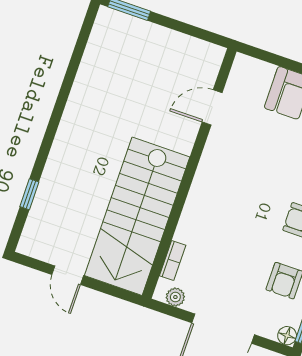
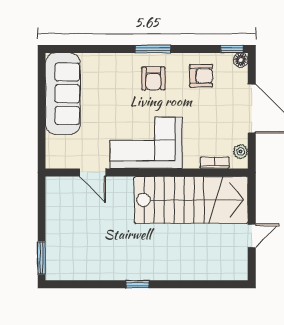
corner sofa: (226, 185) -> (146, 143), added
window: (29, 194) -> (137, 284), moved

